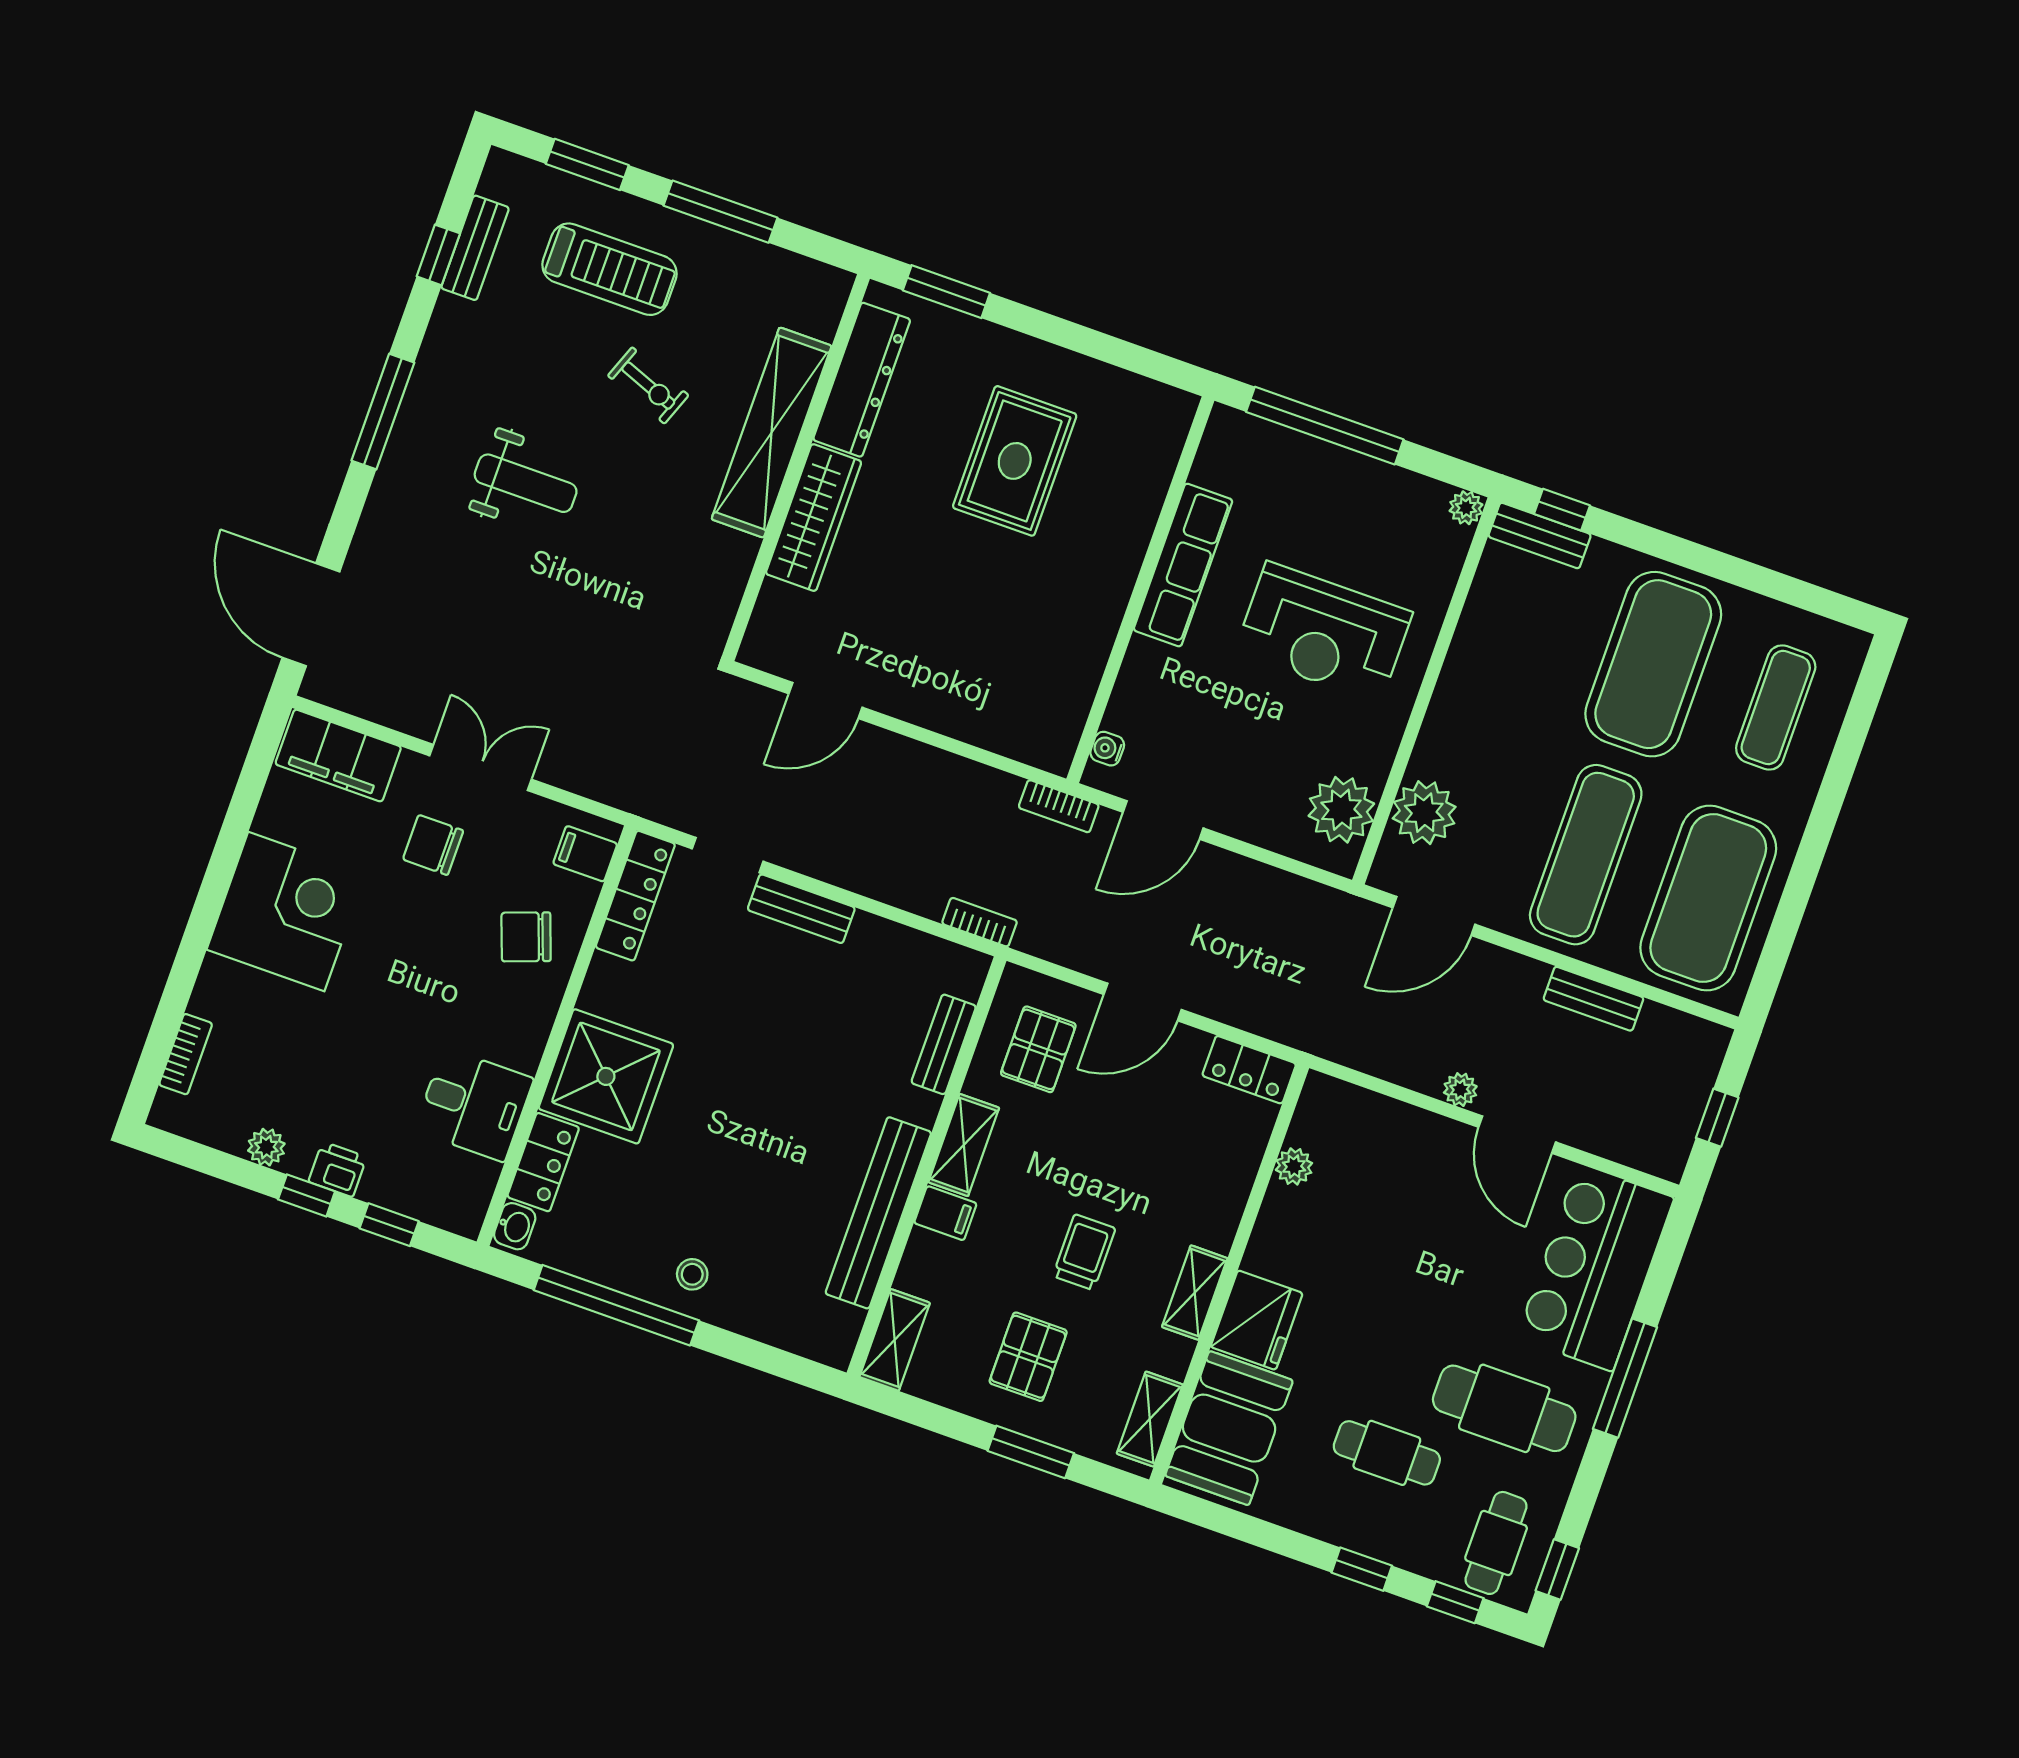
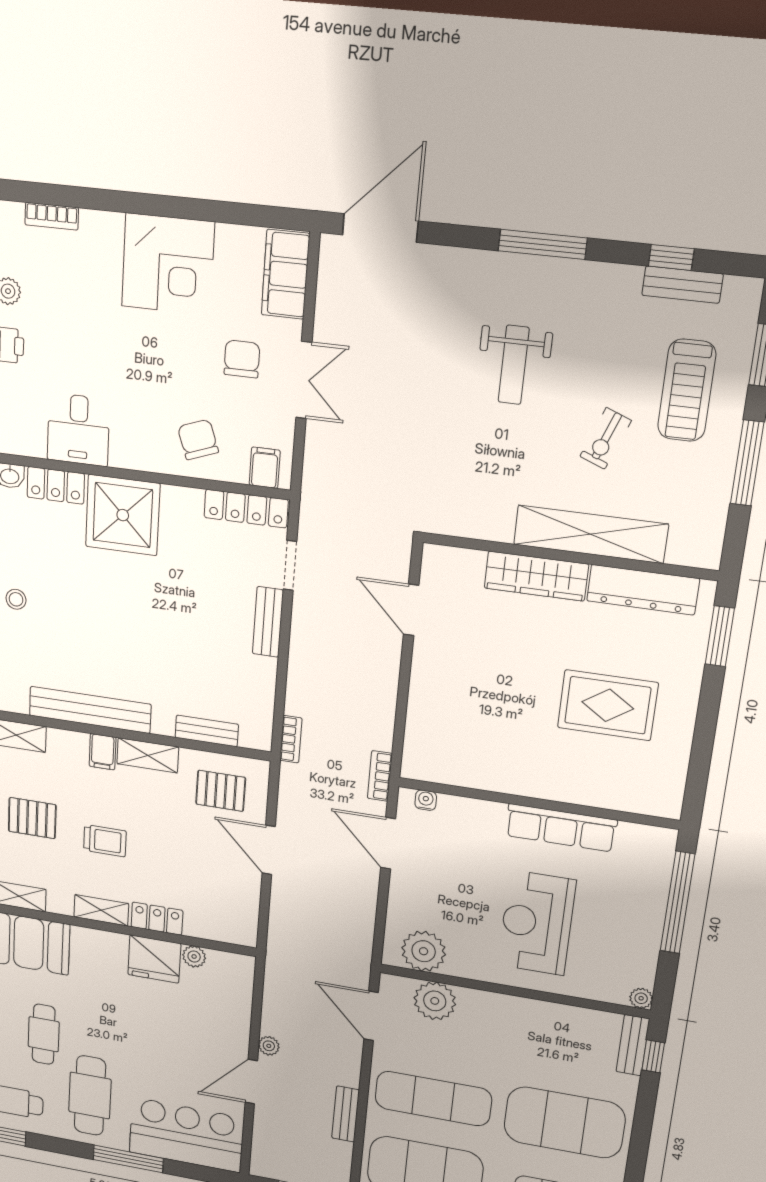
locker: (1249, 1070) -> (157, 919), moved, turned 90
fridge: (1257, 1320) -> (154, 959), moved

